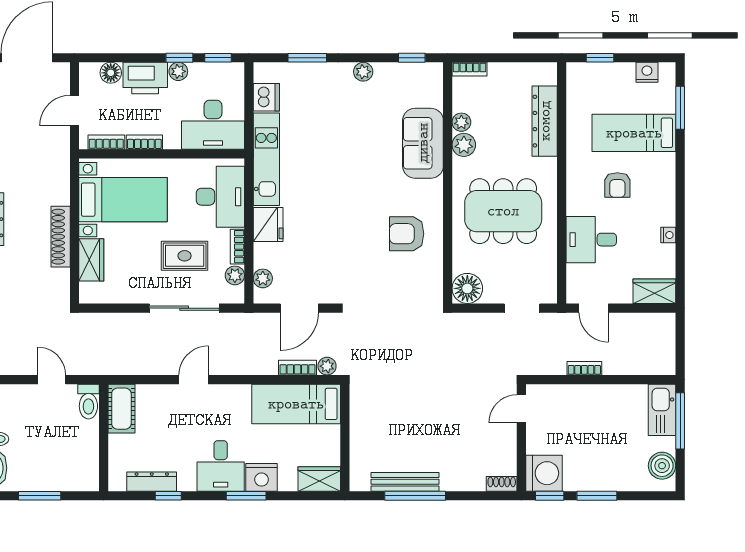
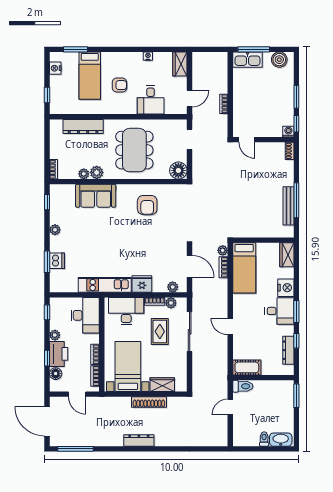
window: (179, 58) -> (47, 358), moved
dishwasher: (266, 97) -> (57, 261), moved, turned 90
washing machine: (544, 473) -> (288, 132), width x0.53, depth x0.53
window: (40, 496) -> (296, 396), moved
window: (246, 496) -> (296, 311), moved

